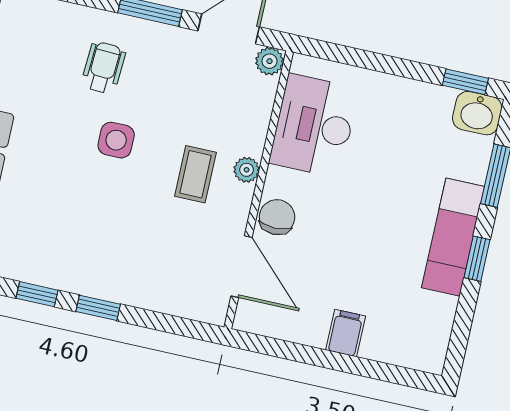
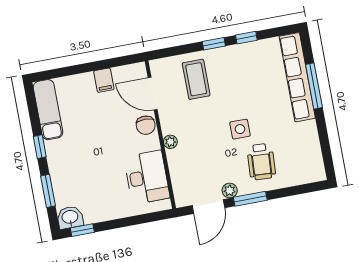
plant: (269, 61) -> (230, 190), moved
wheelchair: (103, 68) -> (261, 162), width x1.36, depth x1.37
coffee table: (195, 174) -> (196, 79), moved, width x1.36, depth x1.30
exam couch: (453, 237) -> (48, 110), moved
filing cabinet: (346, 333) -> (104, 80), moved

